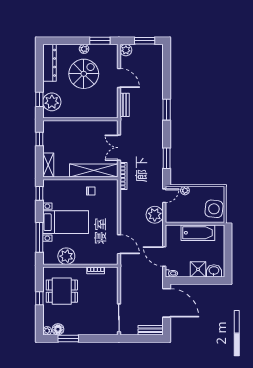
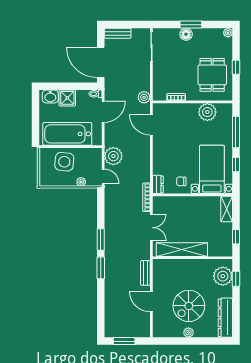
window: (100, 41) -> (172, 341), removed
plant: (126, 50) -> (144, 97), moved
window: (167, 158) -> (101, 239), moved
shelving: (94, 171) -> (182, 250), moved
dresser: (113, 188) -> (158, 184), added
window: (39, 193) -> (236, 165), moved
door: (164, 196) -> (103, 176), swing flipped
side table: (214, 209) -> (64, 162), moved
bed with nightstands: (66, 222) -> (212, 169), moved, turned 90
bathtub: (198, 233) -> (67, 134), width x1.36, depth x1.36
door: (164, 256) -> (103, 112), hinge flipped
dining table: (62, 291) -> (212, 75), turned 90
floor lamp: (58, 329) -> (186, 34), moved
window: (68, 338) -> (191, 25), moved

